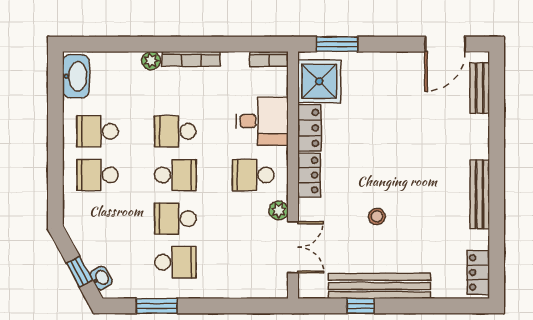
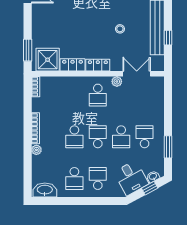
desk: (262, 121) -> (131, 178), moved, turned 151
school desk: (98, 175) -> (98, 178), turned 180

